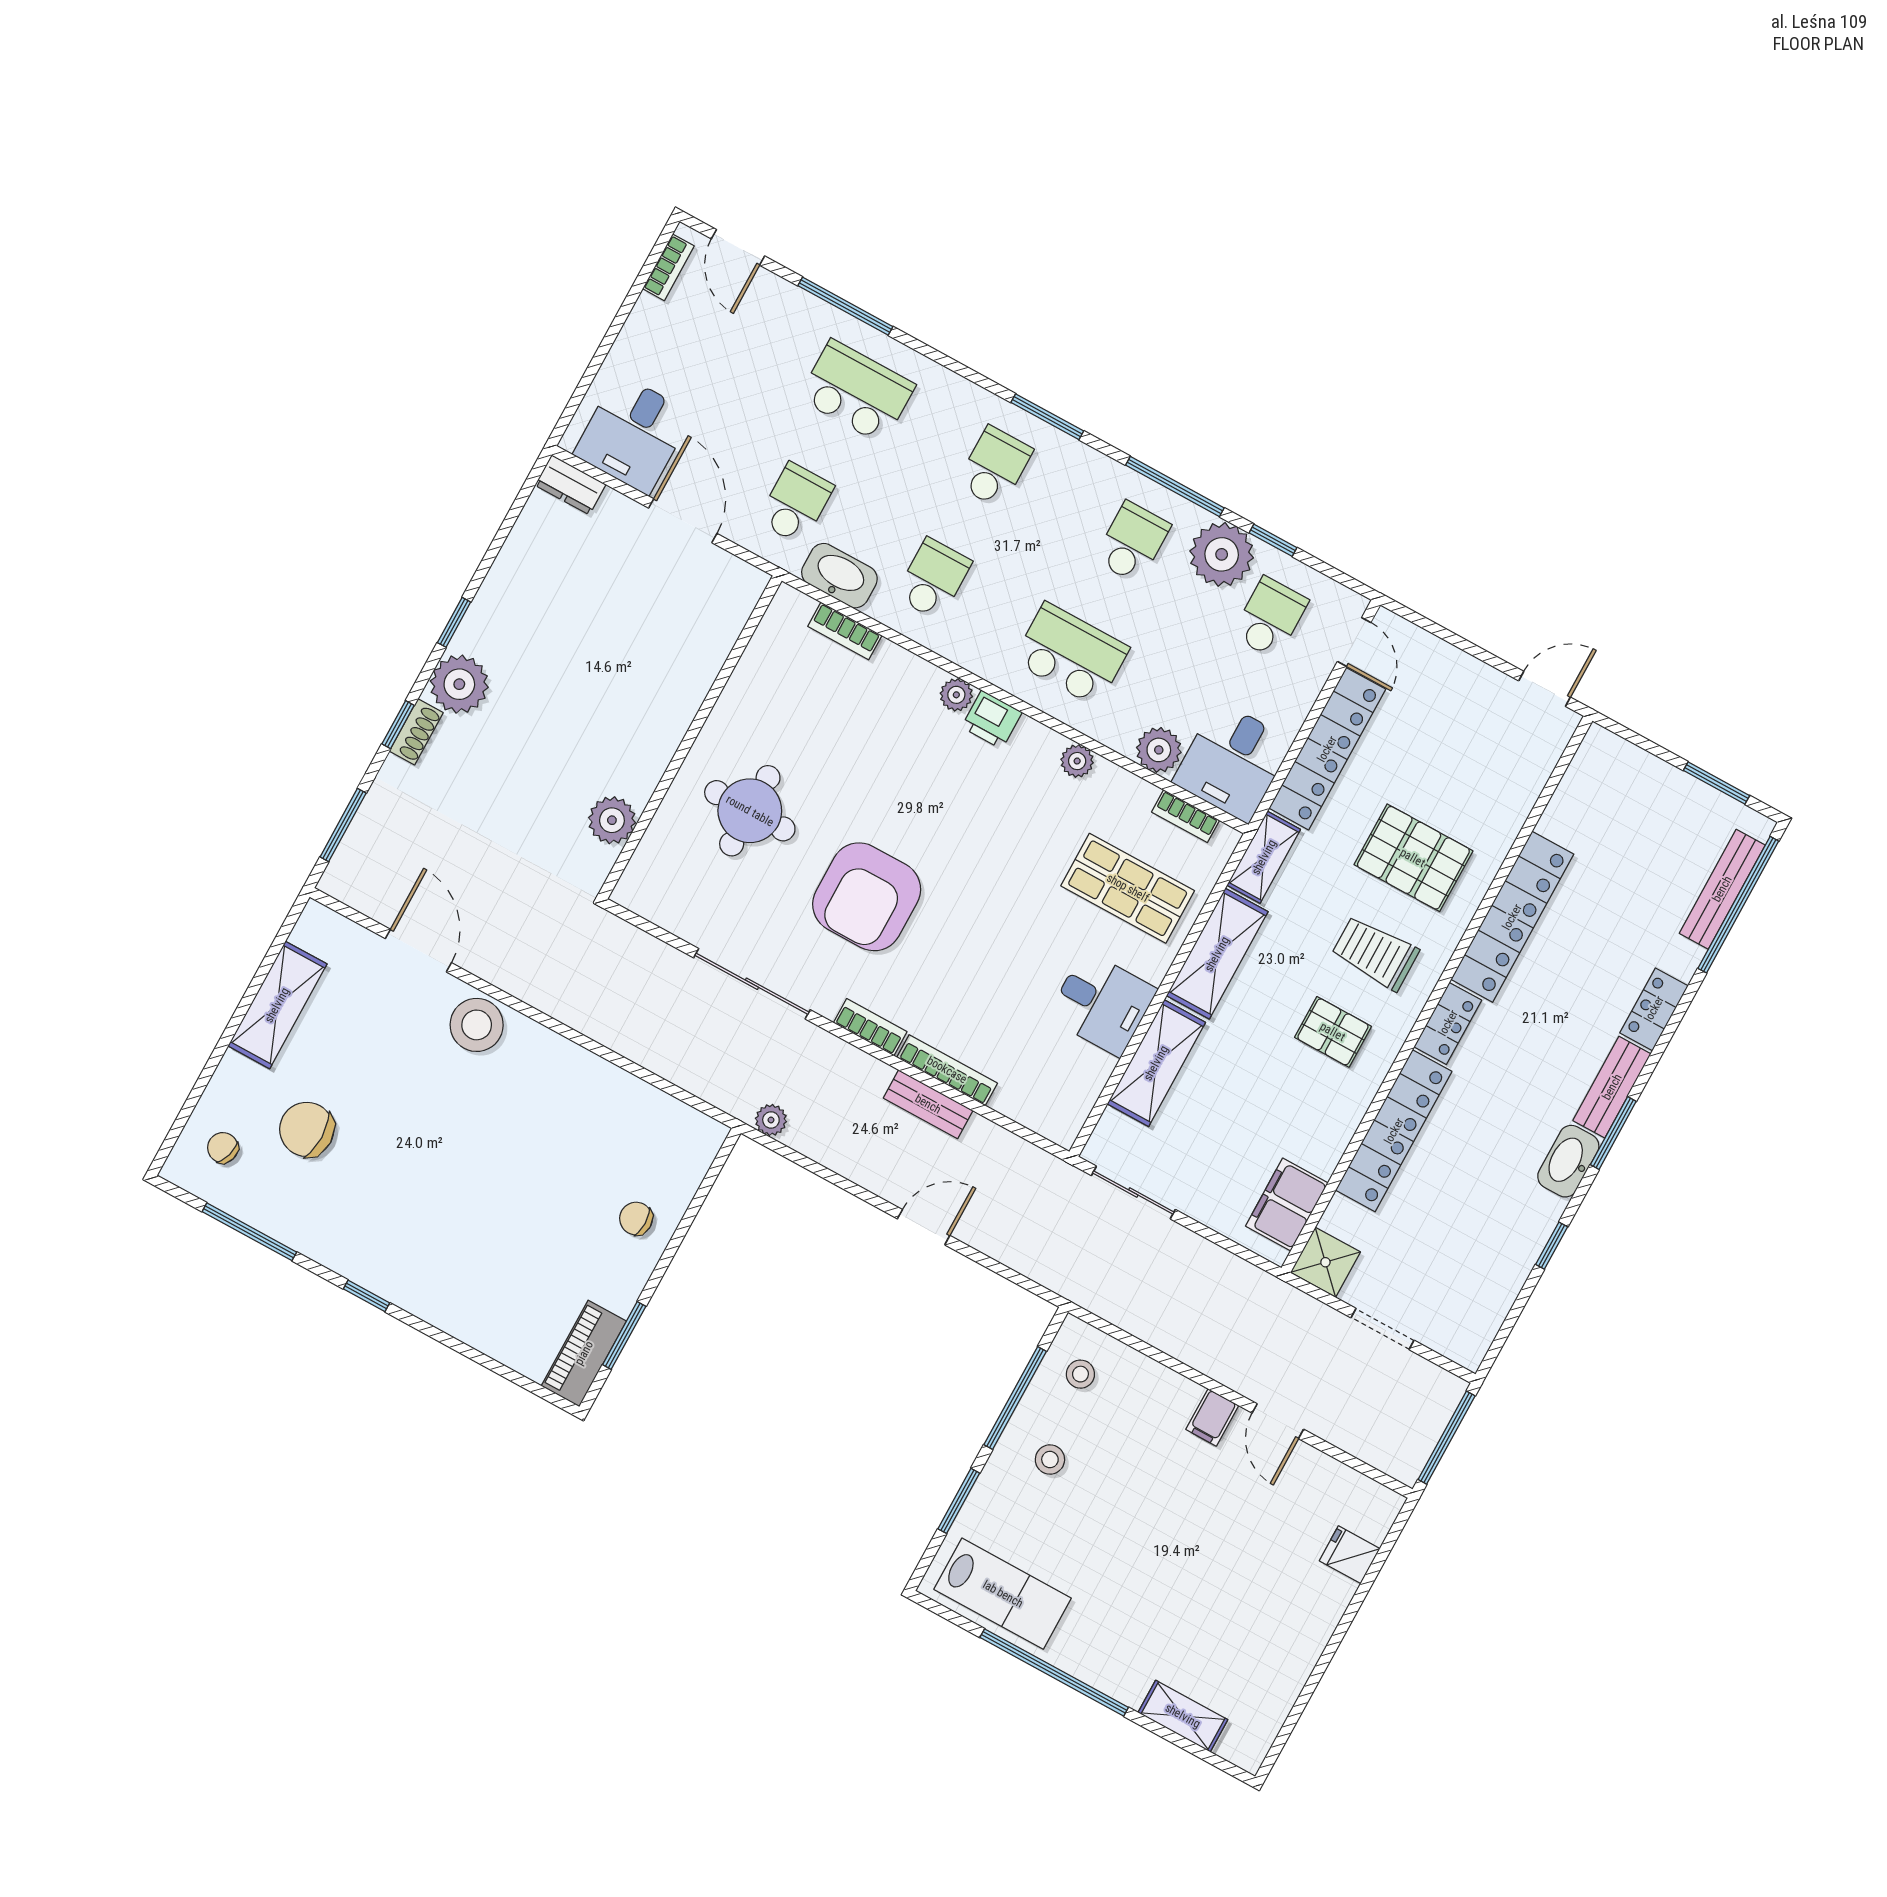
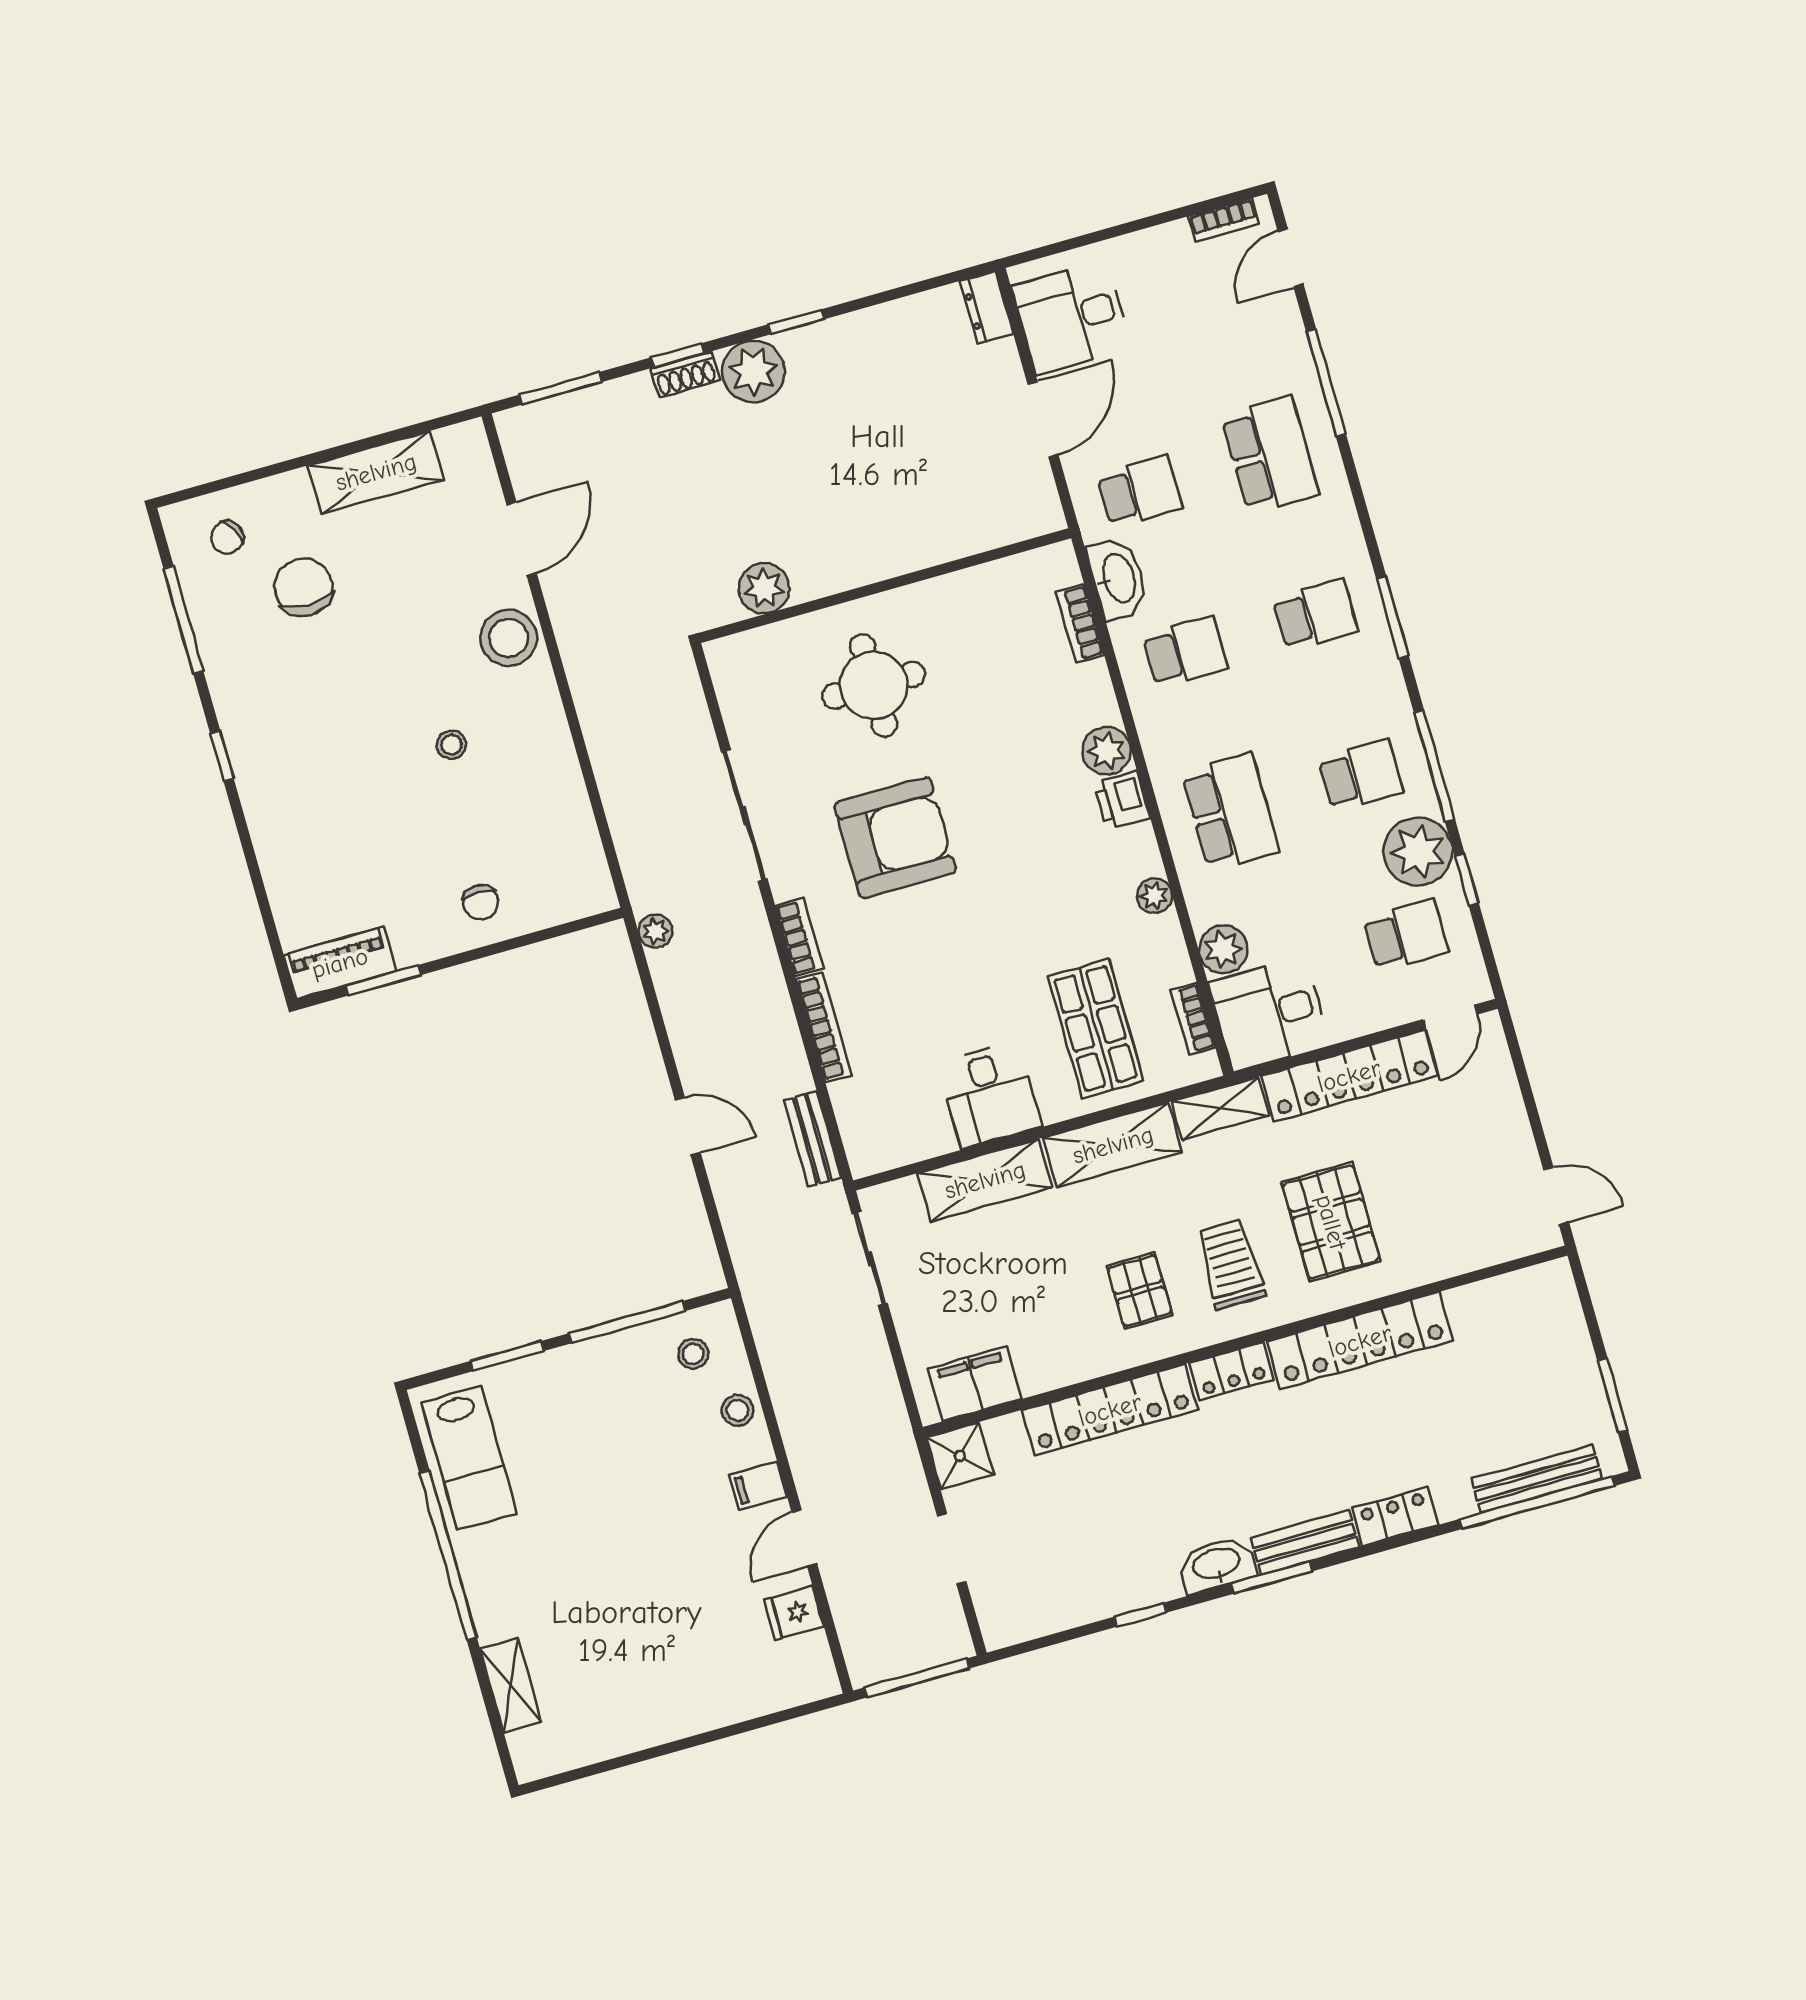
plant: (956, 695) -> (1107, 751), width x1.38, depth x1.38
armchair: (867, 897) -> (895, 838), turned 180
bench: (928, 1104) -> (813, 1139), moved
stool: (511, 1134) -> (451, 745), added
chair: (223, 1148) -> (227, 537), turned -136
chair: (636, 1219) -> (481, 902), turned 180
stool: (1050, 1460) -> (738, 1410), moved
fridge: (1350, 1555) -> (794, 1613), moved, turned -90

